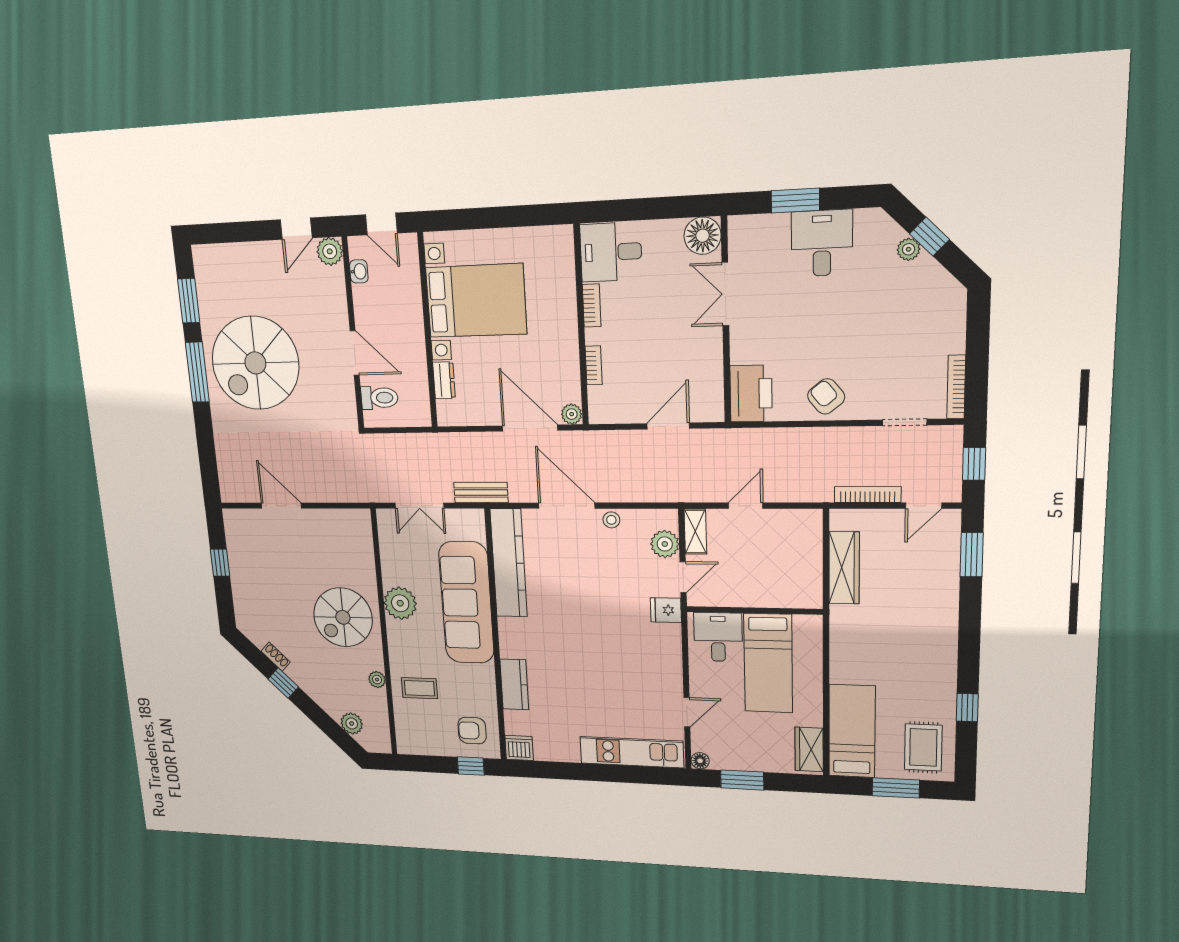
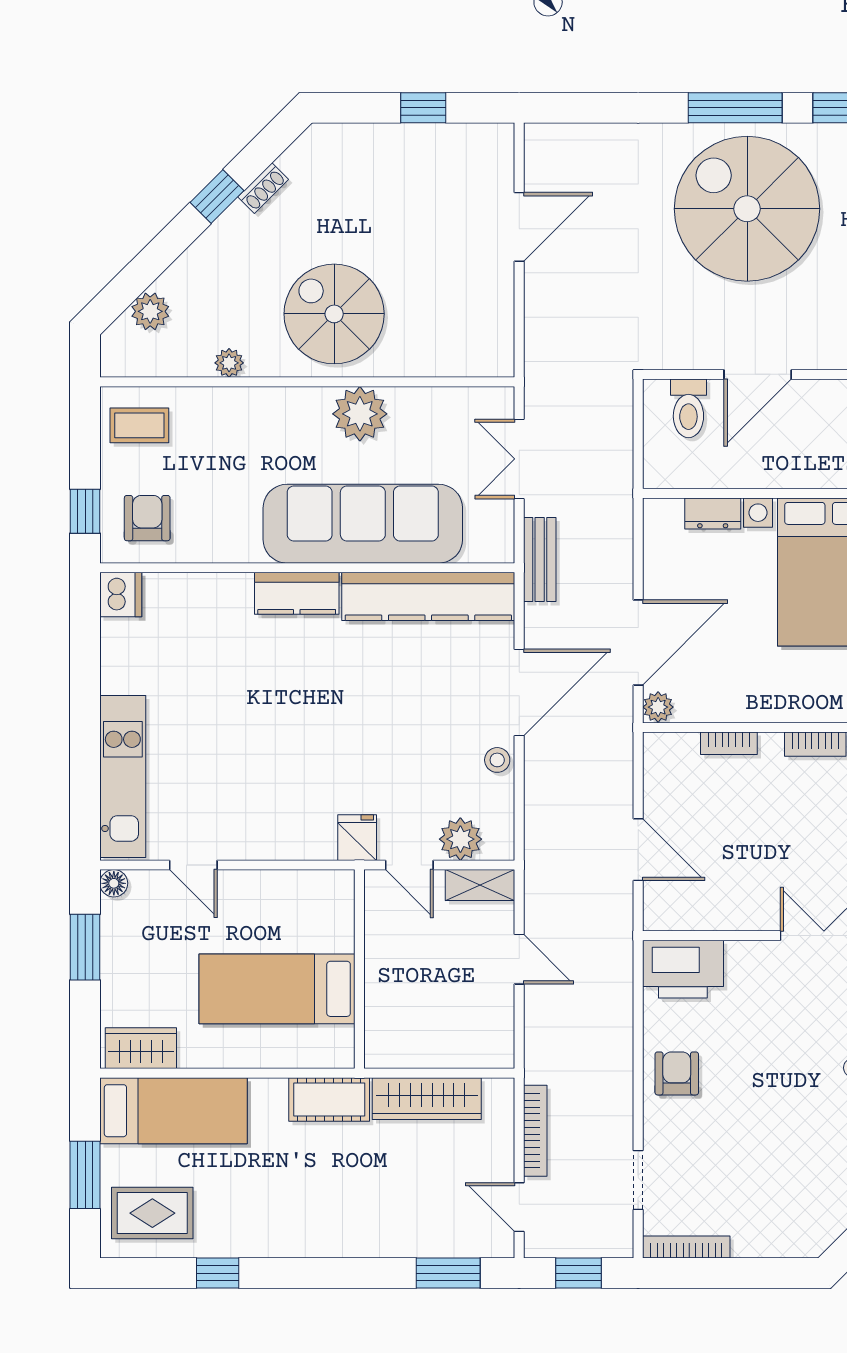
armchair: (826, 396) -> (677, 1073), turned -51
cot: (844, 632) -> (329, 1099), added
desk: (718, 637) -> (316, 915), removed
kitchen counter: (514, 684) -> (297, 593), moved
coffee table: (419, 688) -> (139, 425), moved, turned 90

